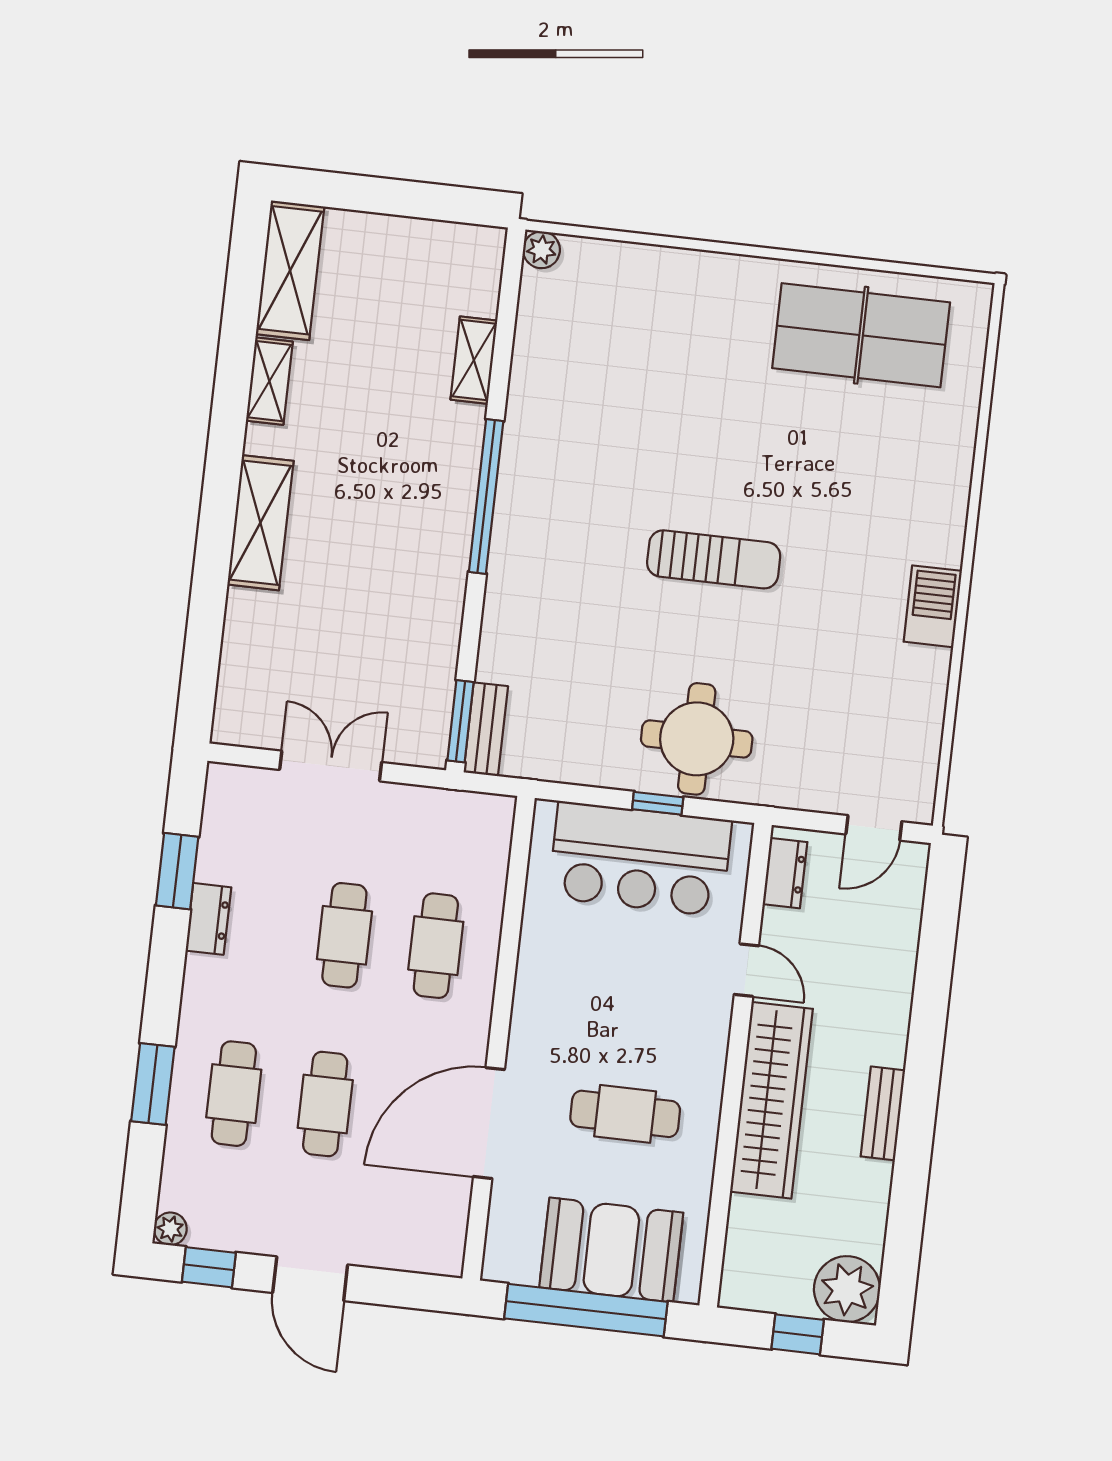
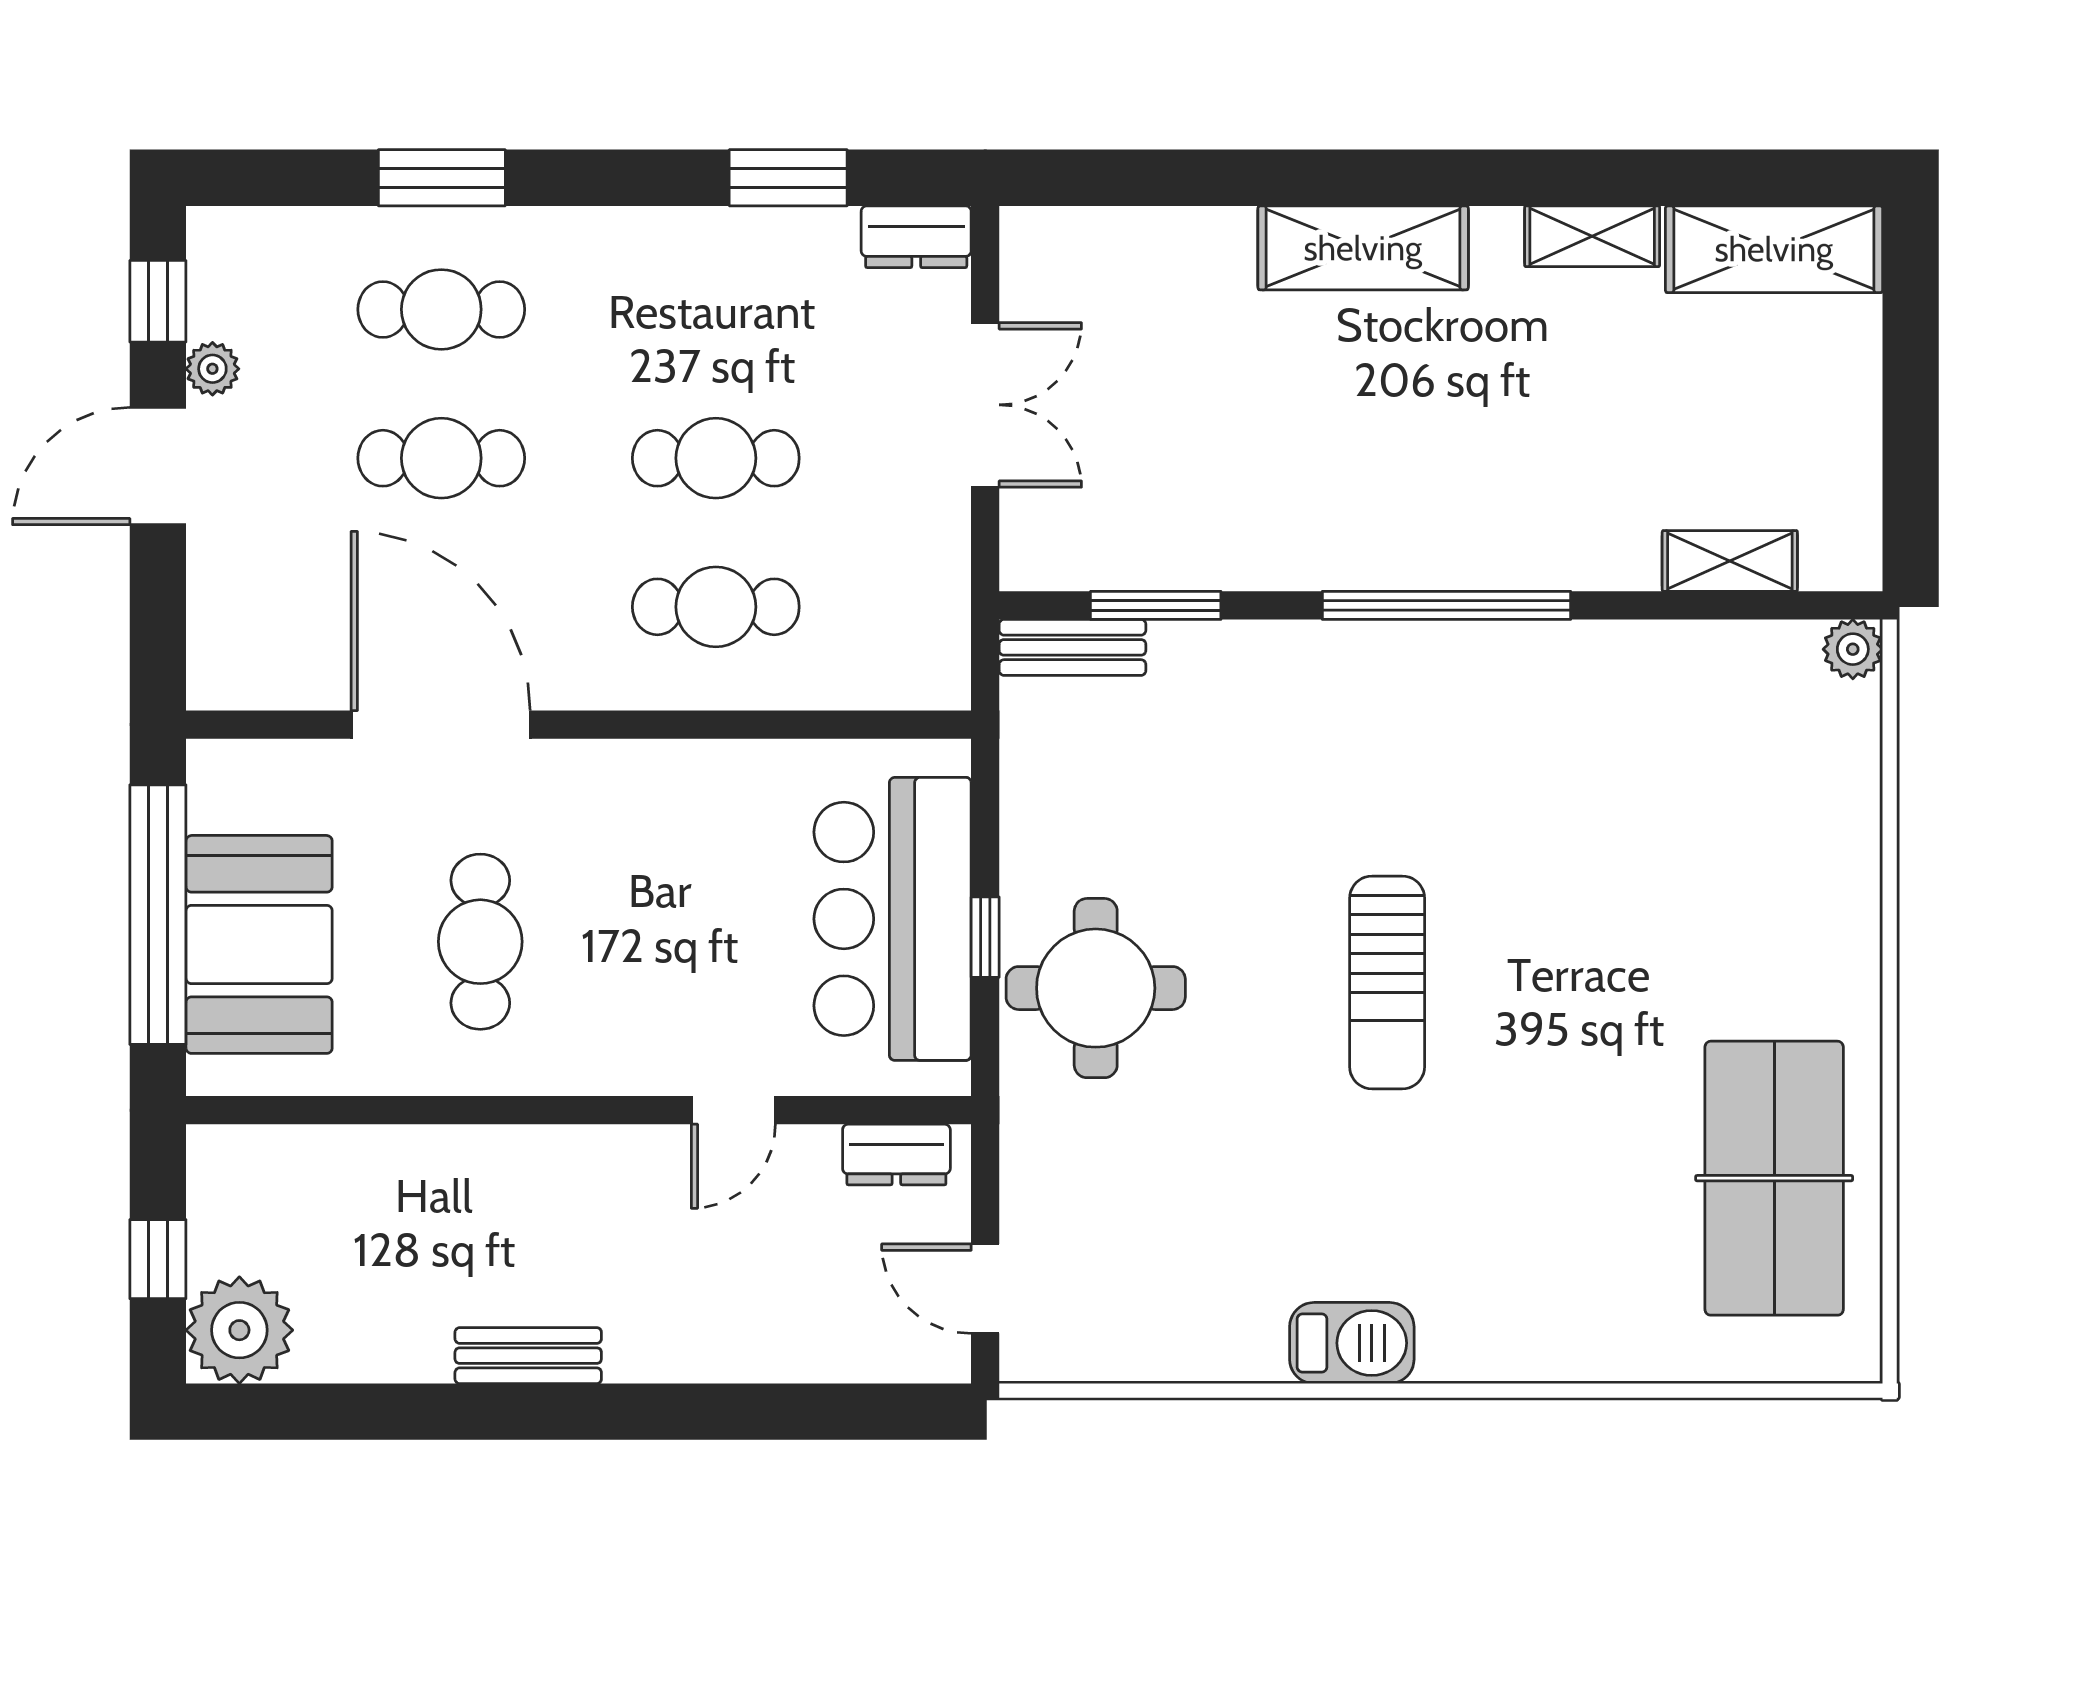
shelving: (474, 360) -> (1730, 561), moved
window: (460, 721) -> (1156, 605), moved
dresser: (208, 919) -> (916, 237), moved
wardrobe: (771, 1100) -> (529, 1174), removed
plant: (170, 1229) -> (212, 369), moved

